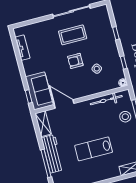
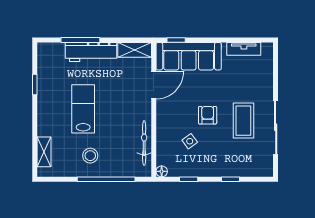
sofa: (39, 91) -> (189, 56), width x1.36
stool: (125, 117) -> (90, 156), moved

